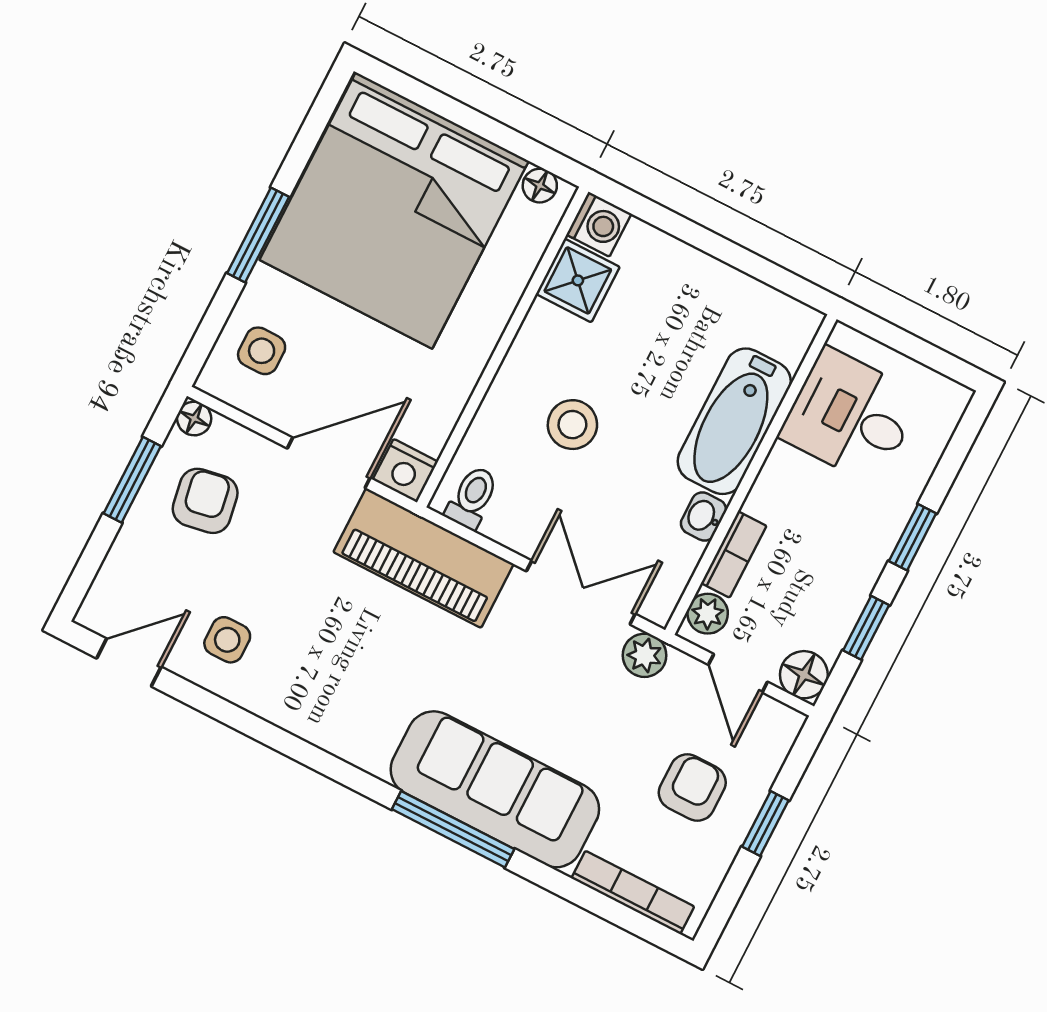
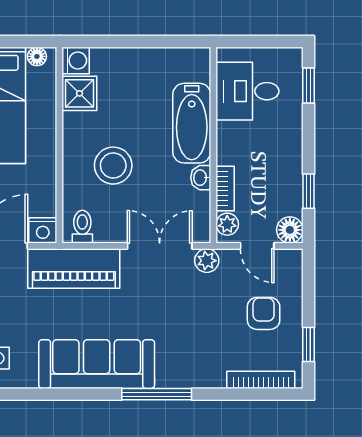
stool: (572, 425) -> (113, 166), width x1.38, depth x1.38
window: (913, 537) -> (309, 85), moved
sofa: (495, 789) -> (97, 364), moved
window: (765, 824) -> (309, 345), moved

